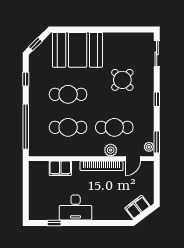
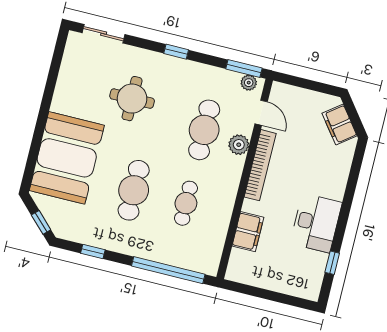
round table: (122, 80) -> (132, 99), turned 45
cafe table: (68, 127) -> (186, 203), width x0.73, depth x0.74

